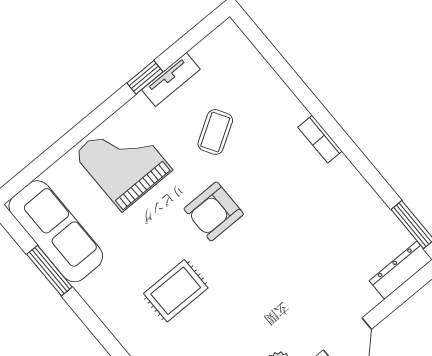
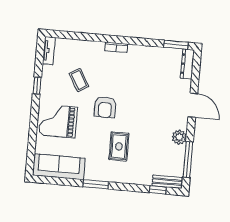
tv unit: (171, 80) -> (49, 51), moved
window: (49, 271) -> (96, 184), moved

